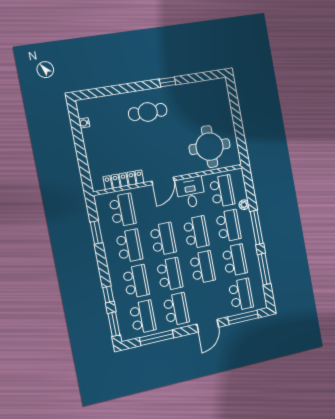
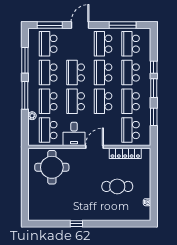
cafe table: (148, 112) -> (117, 186), moved
window: (114, 324) -> (154, 88), moved

